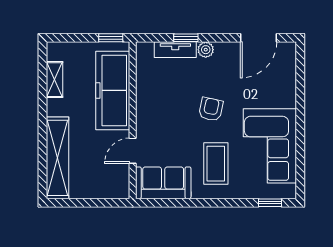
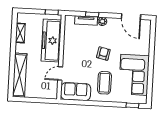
door: (259, 38) -> (131, 17), hinge flipped

